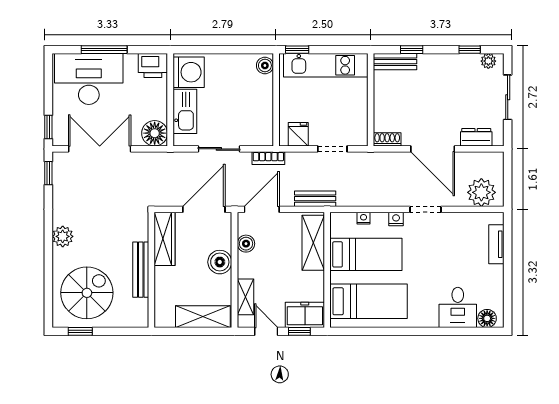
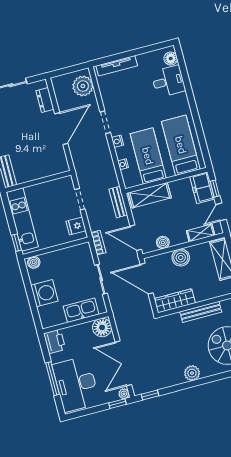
washing machine: (189, 72) -> (44, 293), moved, turned 90
plant: (59, 139) -> (124, 394), added
shoe rack: (387, 139) -> (63, 162), removed
tv unit: (496, 244) -> (117, 66), width x1.41

